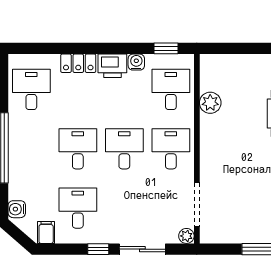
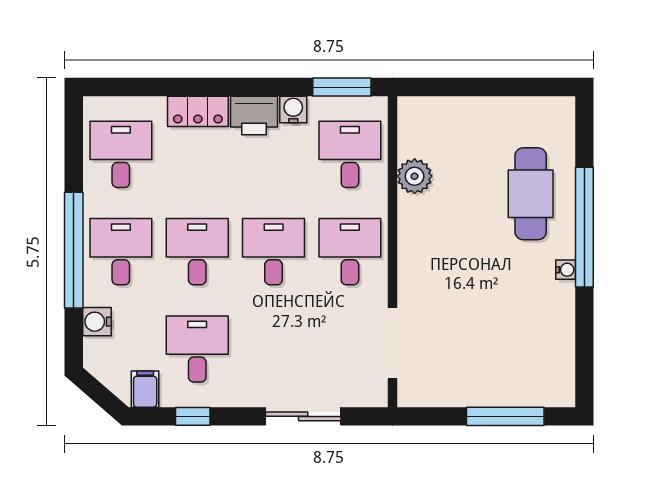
window: (166, 48) -> (342, 87), width x1.50
desk: (31, 149) -> (121, 252), added
water cooler: (17, 209) -> (97, 322), moved
plant: (186, 236) -> (375, 395), removed
window: (98, 249) -> (193, 416), moved

